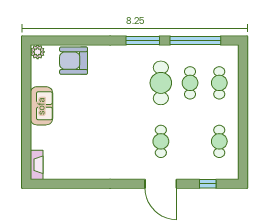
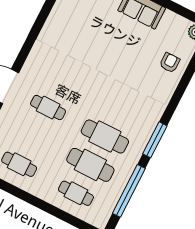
armchair: (74, 61) -> (170, 63), width x0.53, depth x0.53
cafe table: (190, 83) -> (90, 165), width x1.37, depth x1.35

